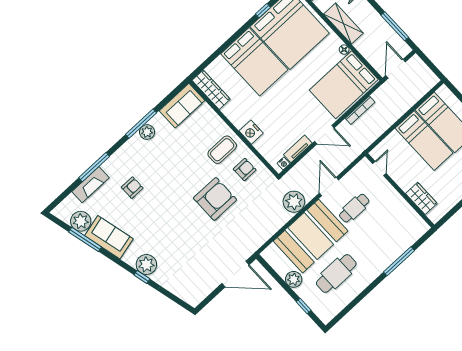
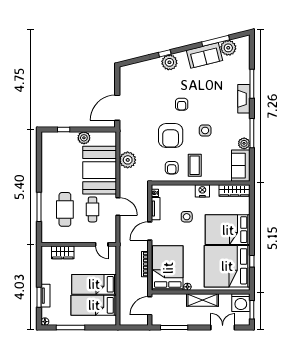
door: (396, 69) -> (150, 306), swing flipped
side table: (278, 112) -> (187, 217), added
plant: (147, 132) -> (244, 143), moved
nightstand: (251, 132) -> (202, 191), moved
side table: (180, 170) -> (205, 130), added
fireplace: (91, 185) -> (244, 99), moved
armchair: (132, 188) -> (182, 104), moved
plant: (294, 202) -> (128, 160), moved
cafe table: (336, 273) -> (65, 209), moved

